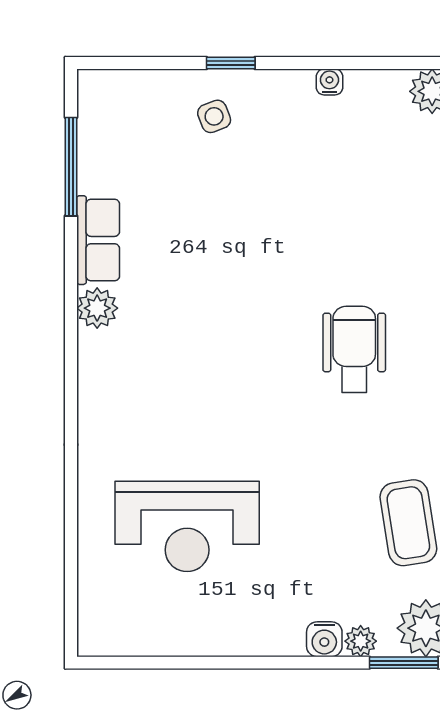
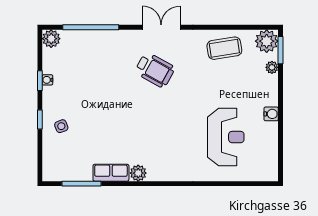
window: (327, 63) -> (40, 81), added
wheelchair: (354, 349) -> (155, 70), turned -151
water cooler: (324, 639) -> (271, 114), moved

